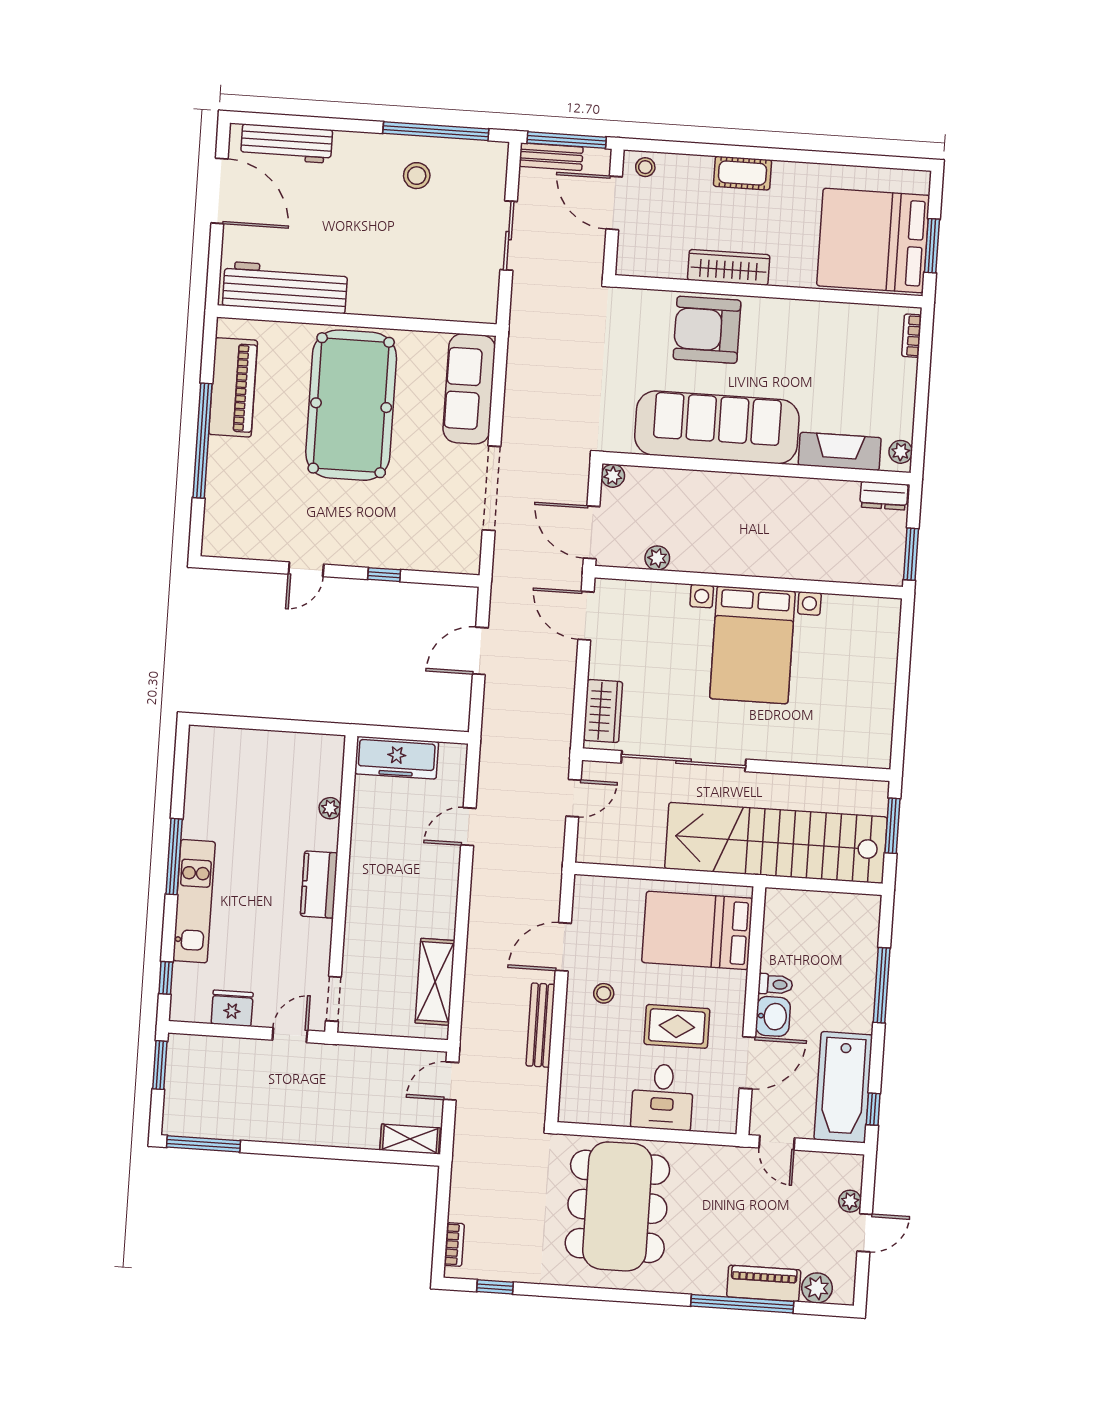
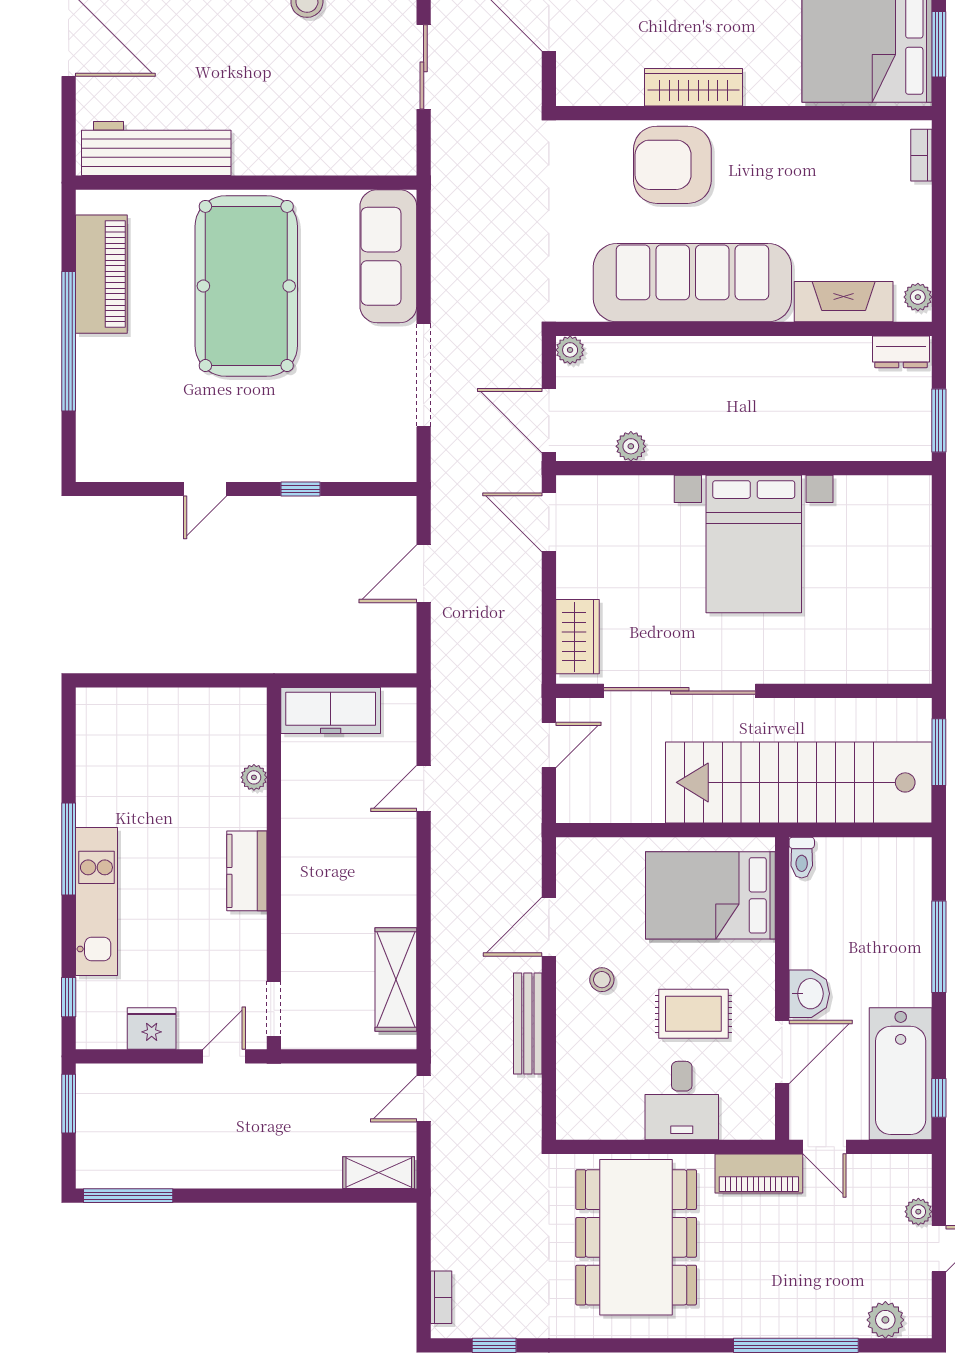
toilet: (775, 984) -> (802, 858), moved, turned 90
piano: (764, 1283) -> (759, 1173), moved, turned 180

